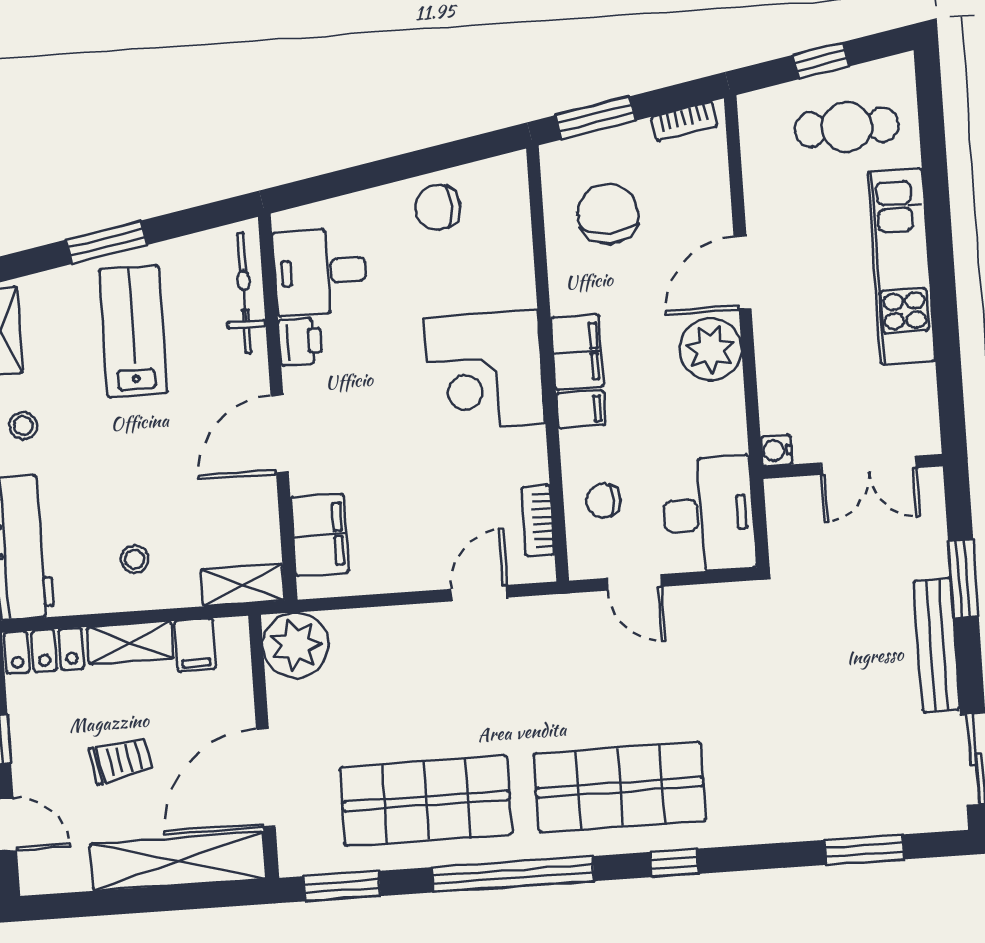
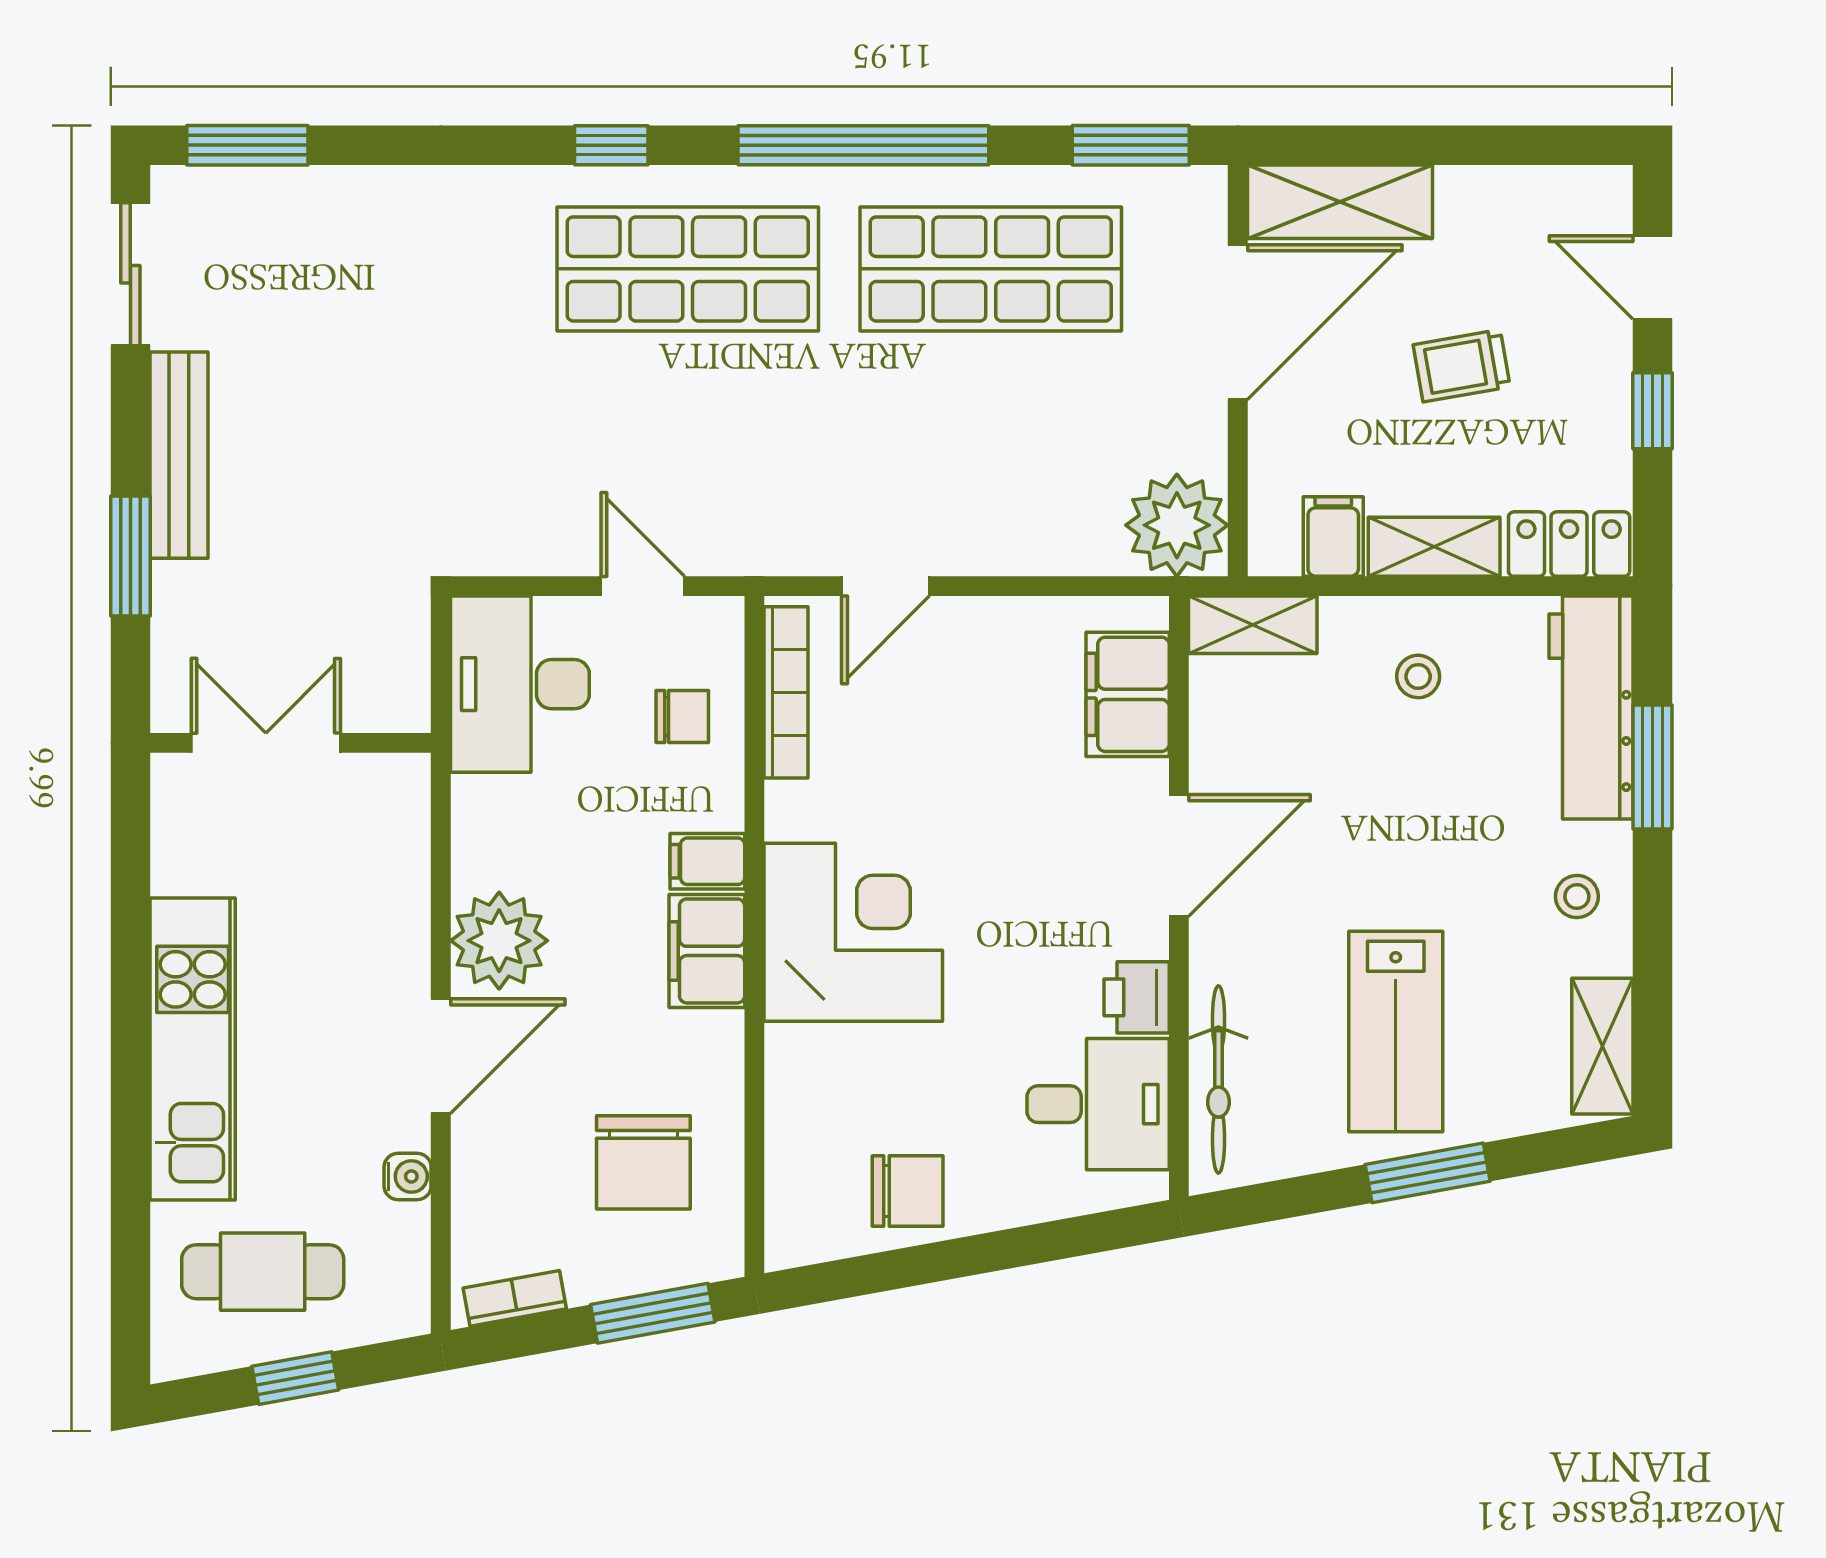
water cooler: (776, 450) -> (408, 1176), moved
bookcase: (538, 521) -> (786, 692), width x1.56
window: (864, 850) -> (247, 145), moved
shelving: (178, 861) -> (1340, 202), width x0.68

